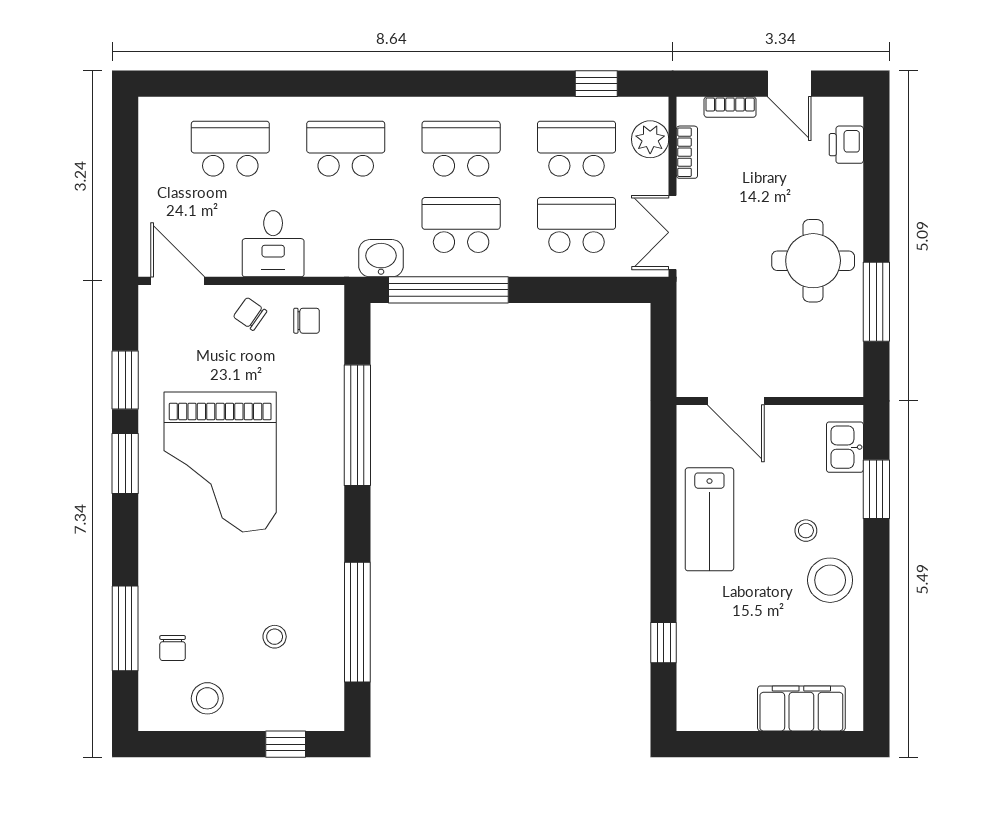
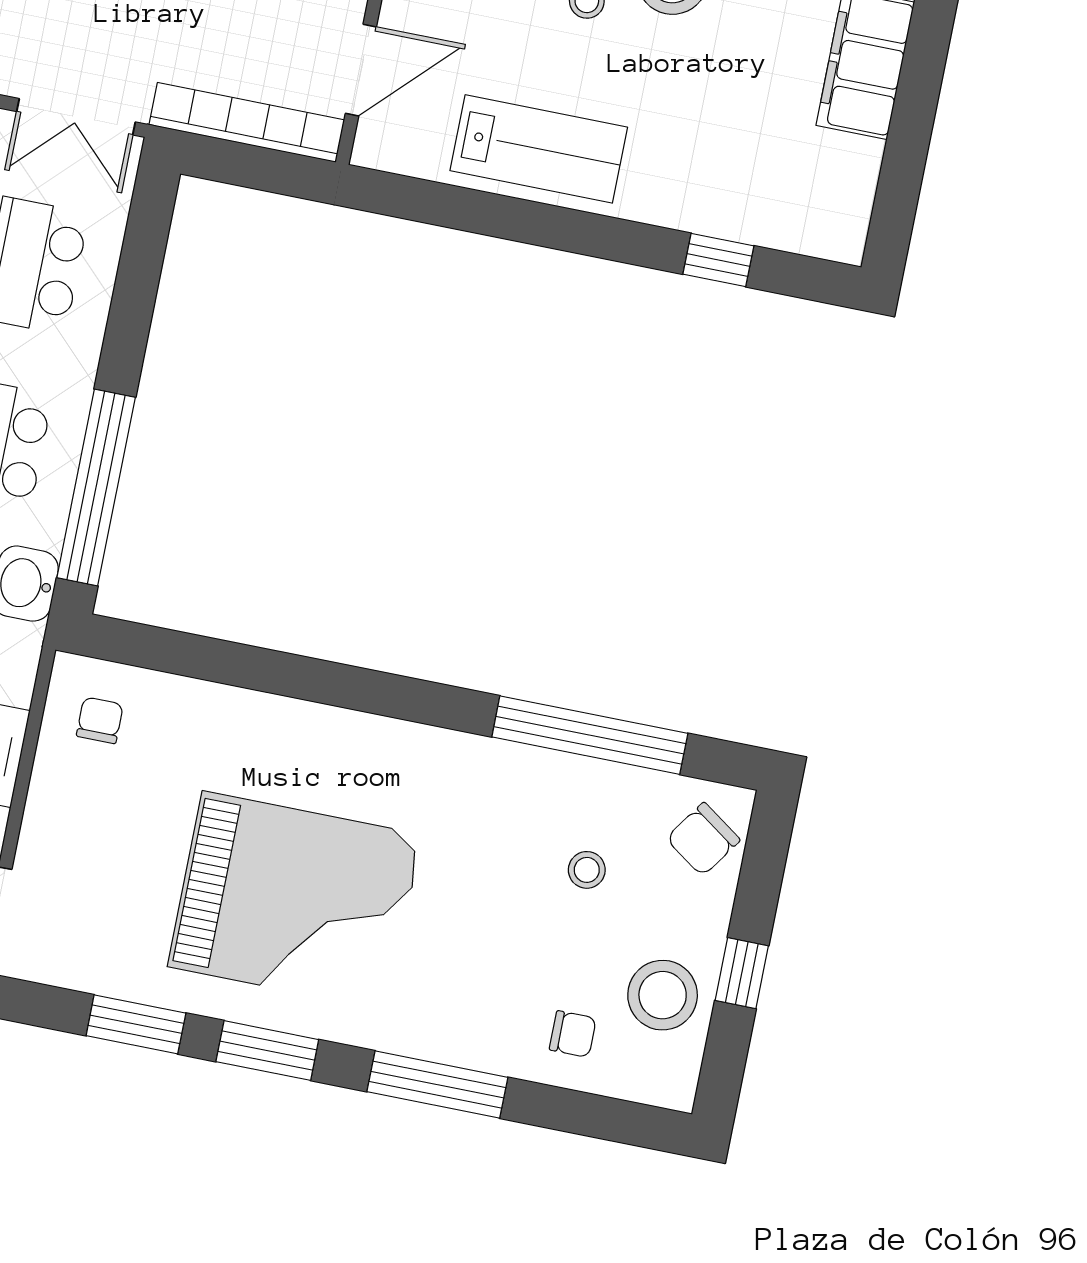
chair: (250, 314) -> (703, 839), moved, width x1.37, depth x1.37
bookcase: (690, 337) -> (247, 122), added
window: (357, 425) -> (280, 673), removed
window: (125, 628) -> (437, 1085), moved
stool: (207, 698) -> (663, 995), width x1.38, depth x1.38
window: (286, 744) -> (742, 973), moved

